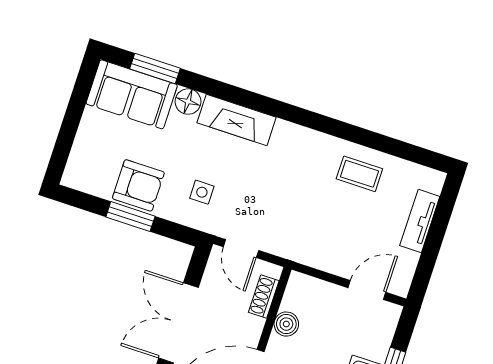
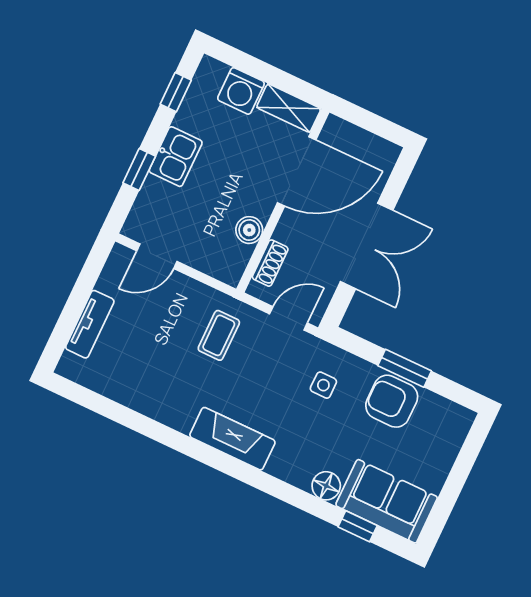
window: (155, 69) -> (358, 526), width x0.67
fireplace: (237, 120) -> (232, 439), moved
coffee table: (359, 174) -> (219, 335), moved, turned 90
door: (241, 249) -> (288, 318), hinge flipped

